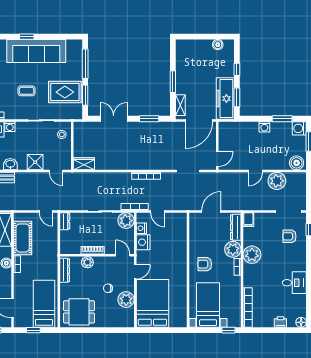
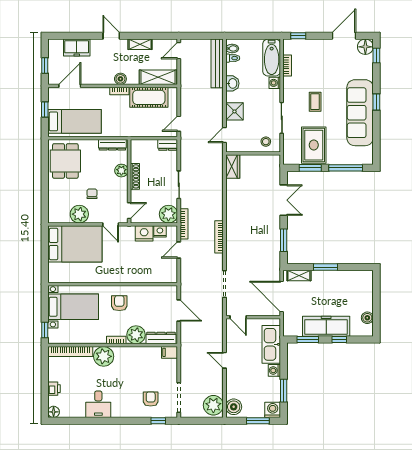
freezer: (225, 99) -> (326, 326), moved
kitchen sink: (241, 130) -> (271, 344), added
plant: (277, 181) -> (213, 405), moved
plant: (252, 255) -> (104, 356), moved

